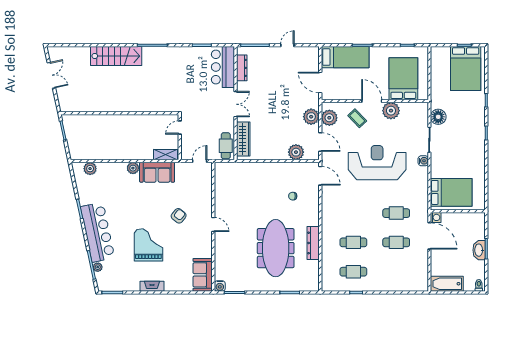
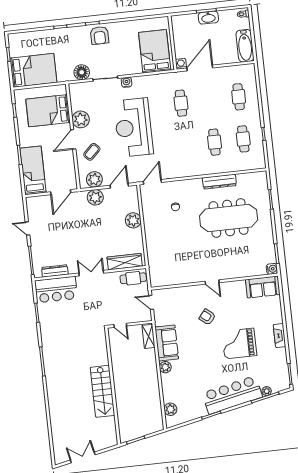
stairs: (116, 56) -> (103, 391), moved, turned 180
bed: (466, 69) -> (33, 70), moved
armchair: (473, 139) -> (100, 35), added
plant: (296, 152) -> (133, 220), moved
door: (213, 225) -> (212, 282), swing flipped
cafe table: (396, 242) -> (239, 97), moved

